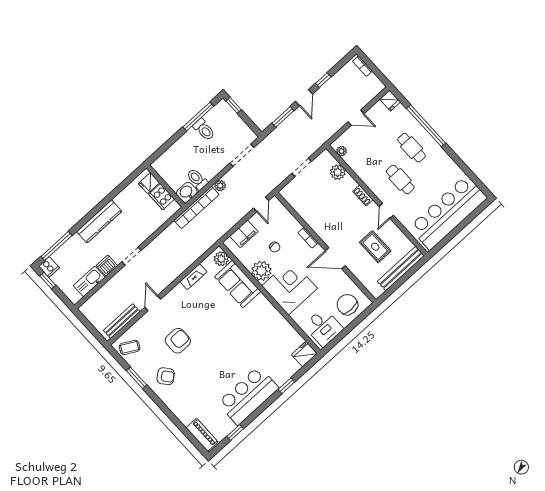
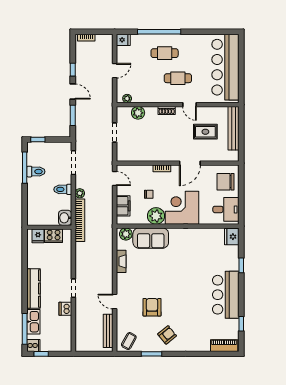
toilet: (197, 179) -> (63, 189), moved
kitchen sink: (89, 281) -> (33, 322), moved, turned 180

